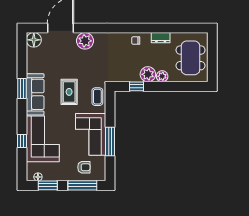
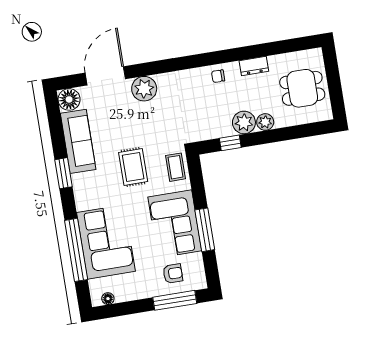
dining table: (191, 58) -> (302, 88), width x0.73
sofa: (35, 94) -> (78, 141), moved
window: (22, 141) -> (76, 250), width x3.17
window: (48, 185) -> (124, 309), removed

